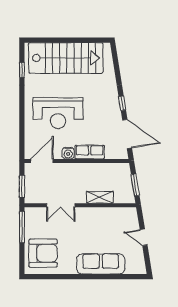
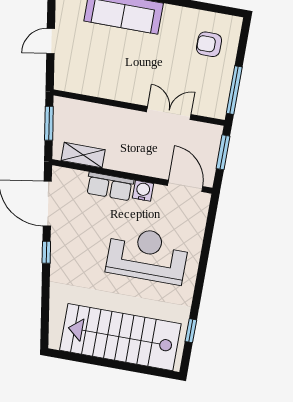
door: (42, 161) -> (185, 186), swing flipped
shelving: (100, 197) -> (83, 155), moved
door: (144, 237) -> (51, 41), swing flipped
armchair: (43, 253) -> (209, 44), width x0.53, depth x0.53

